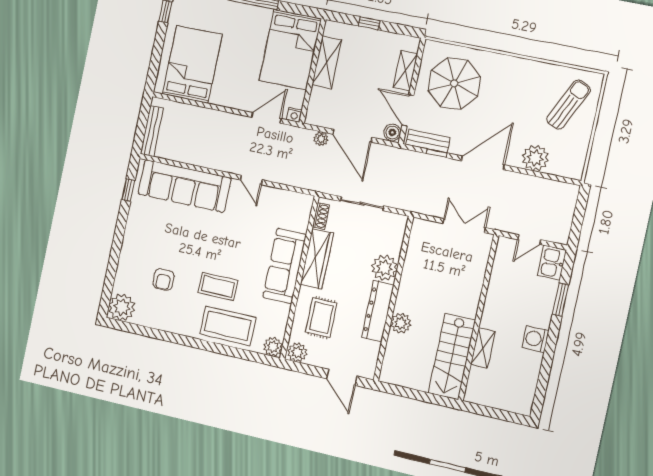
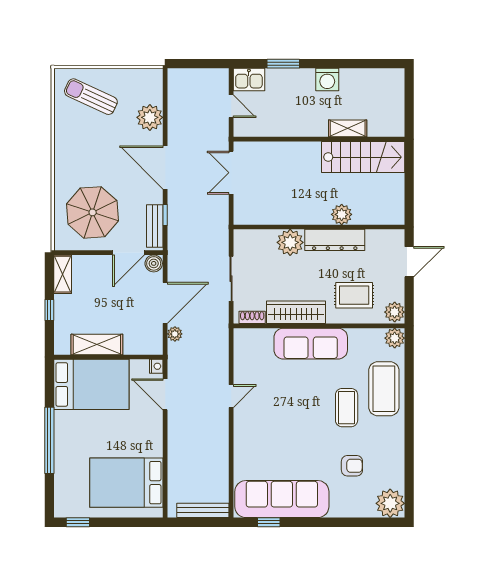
shelving: (405, 71) -> (63, 274), moved, turned 90
sofa: (184, 186) -> (282, 499), moved, turned -90

